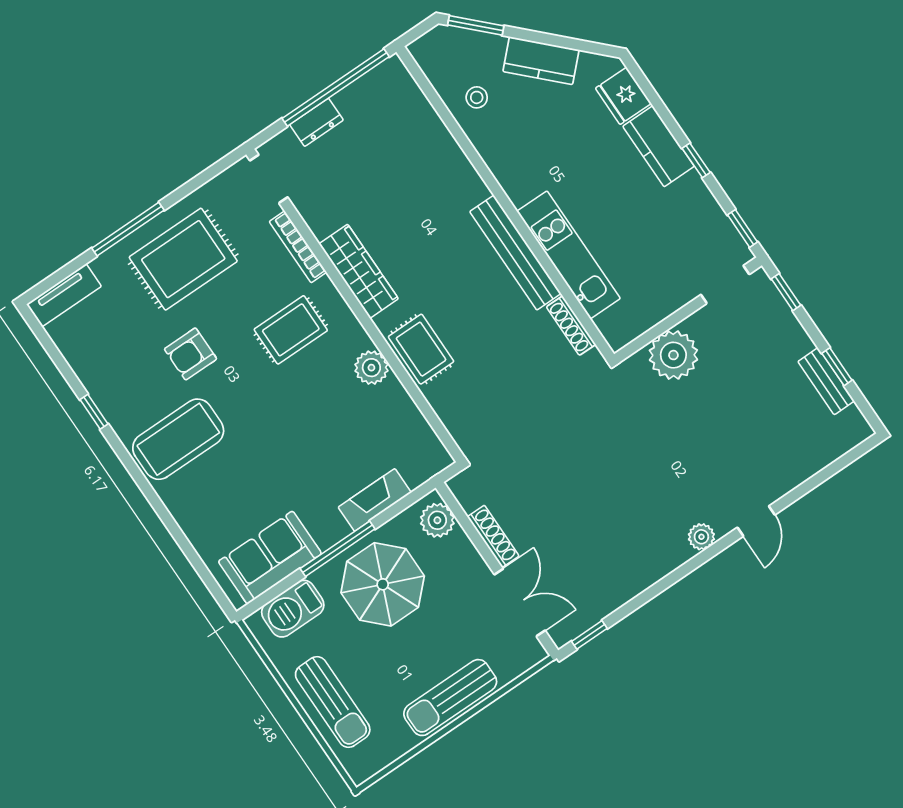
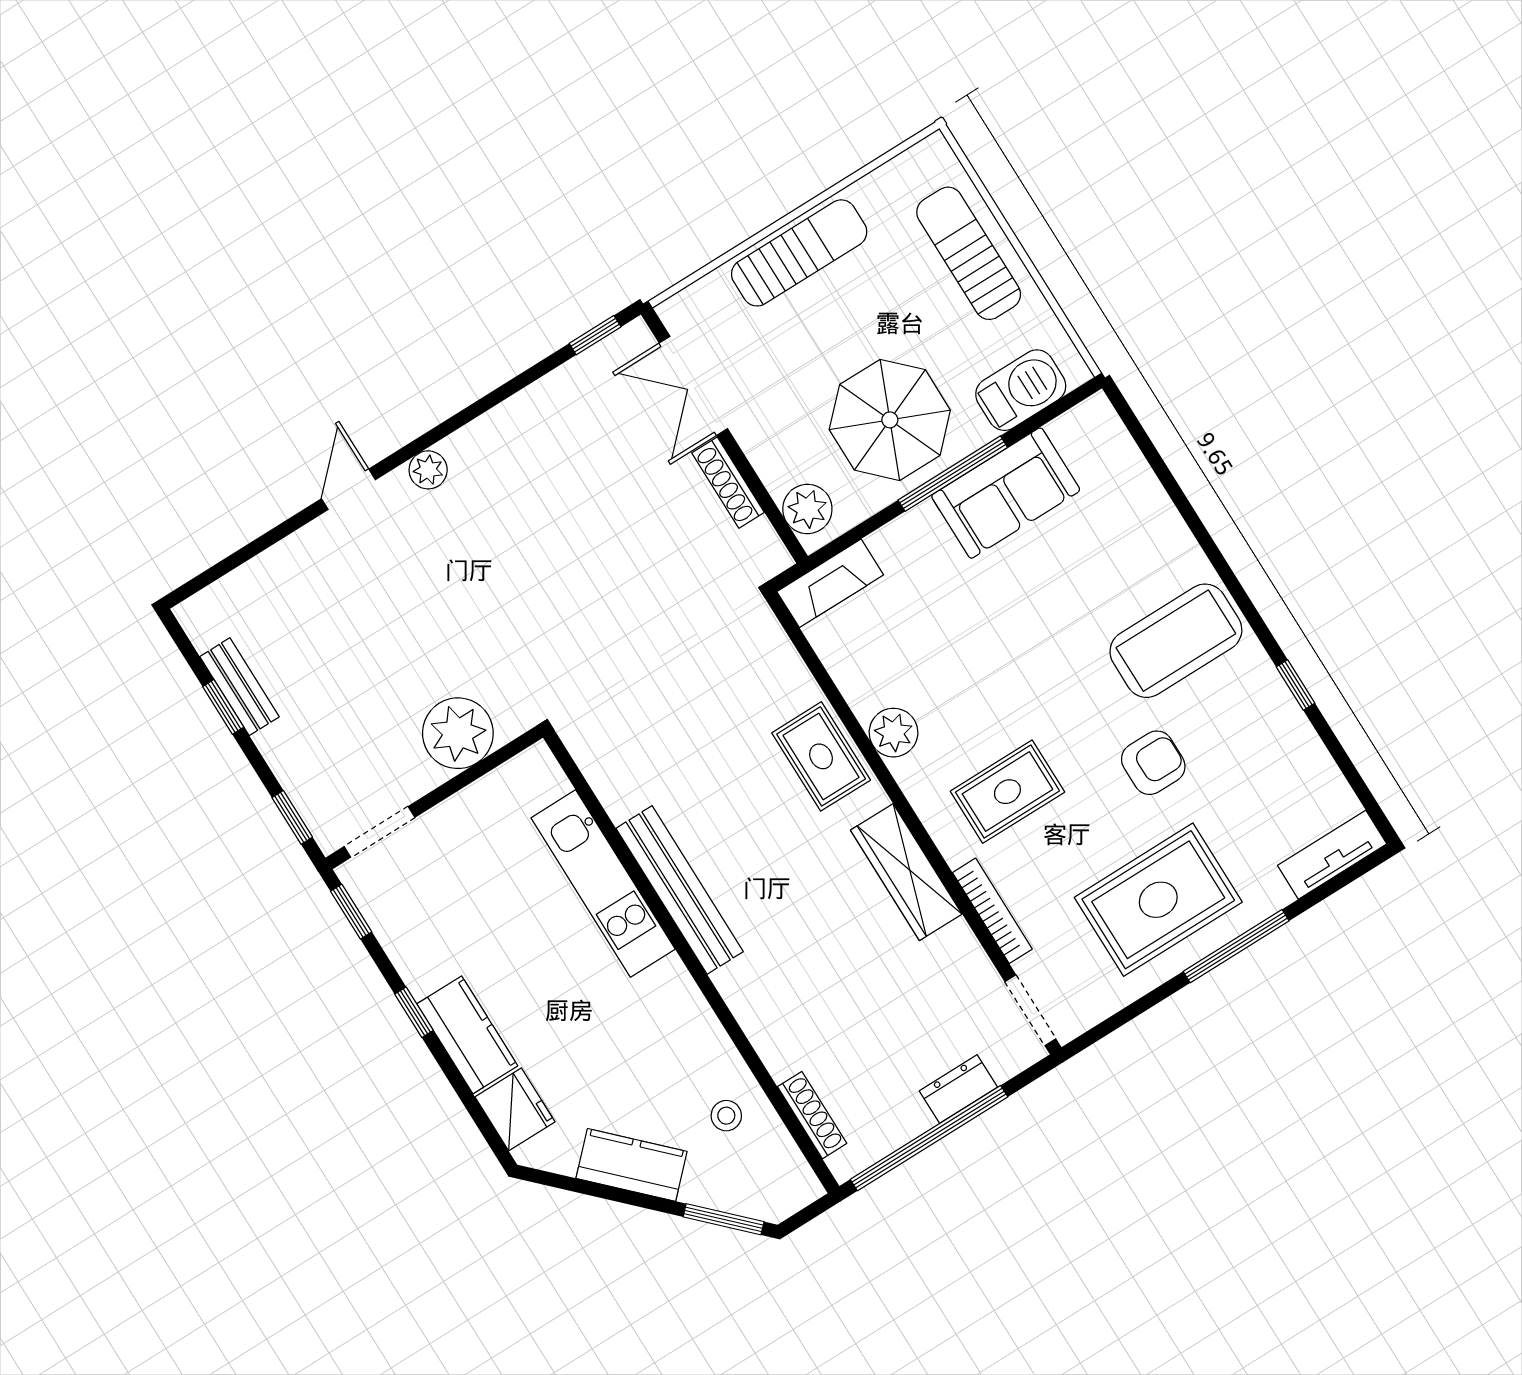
shoe rack: (571, 326) -> (812, 1115), moved
fireplace: (375, 500) -> (830, 583), moved
sofa: (270, 558) -> (1006, 493), moved

